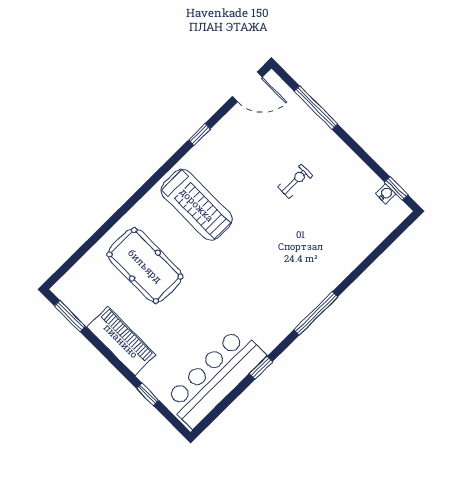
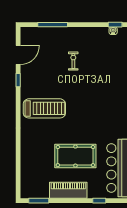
door: (247, 87) -> (18, 55), moved
pool table: (145, 266) -> (75, 156), moved

